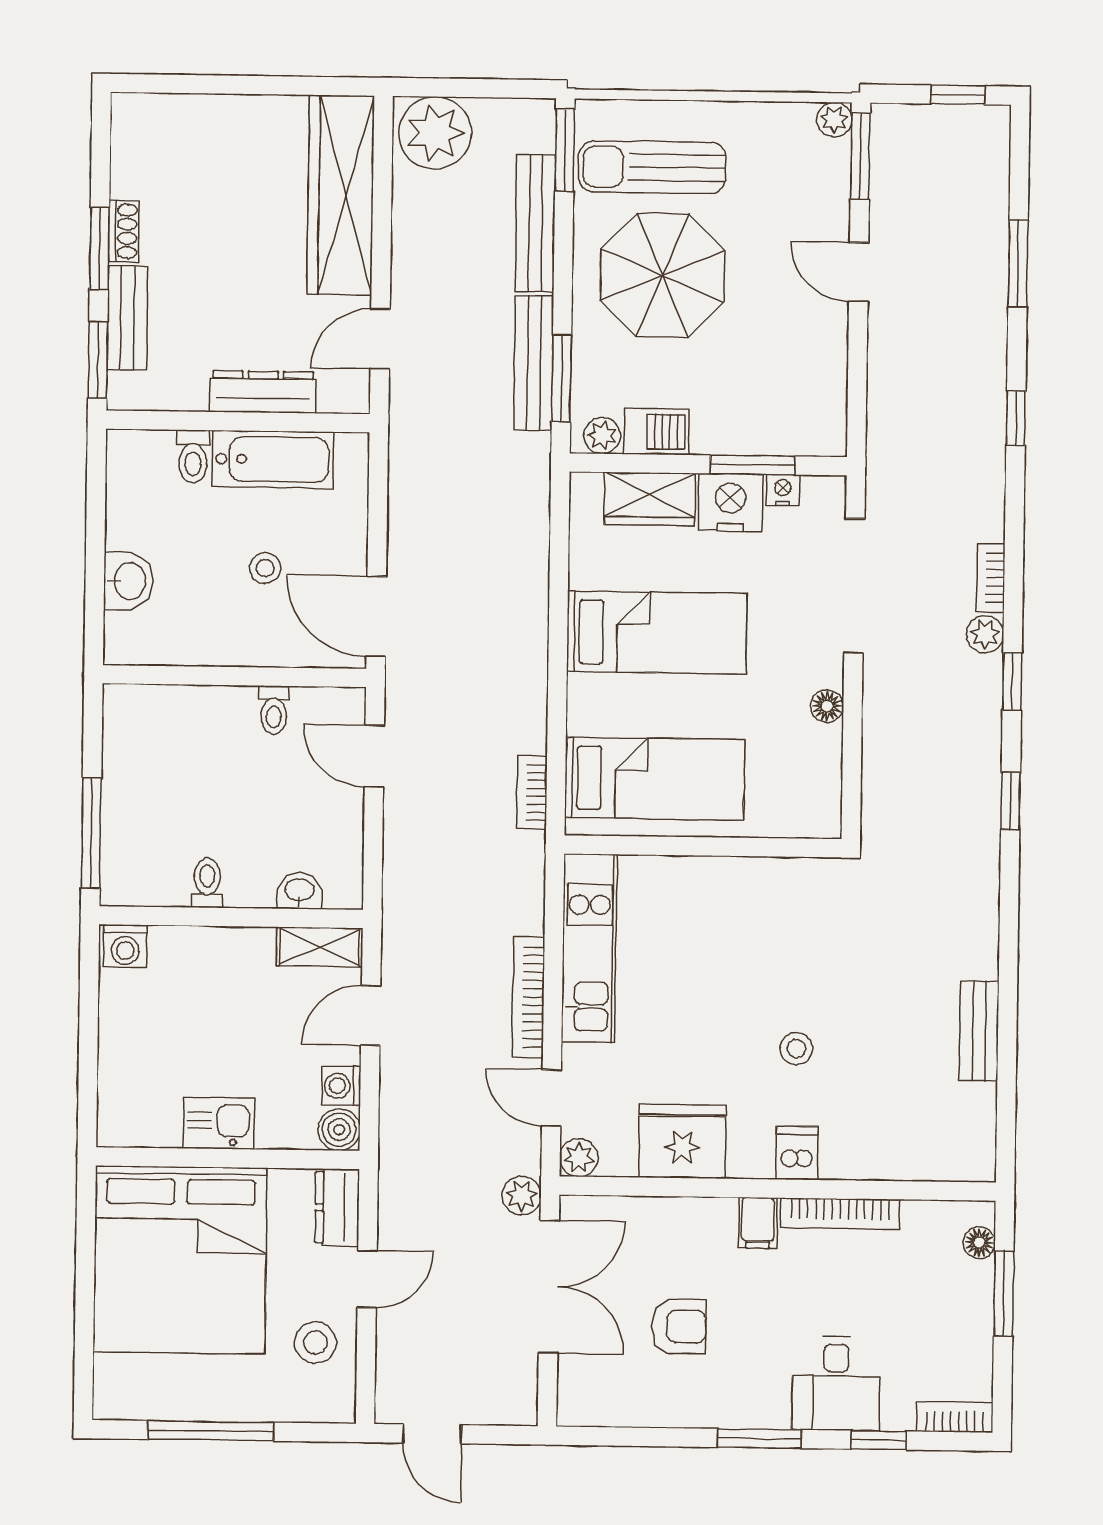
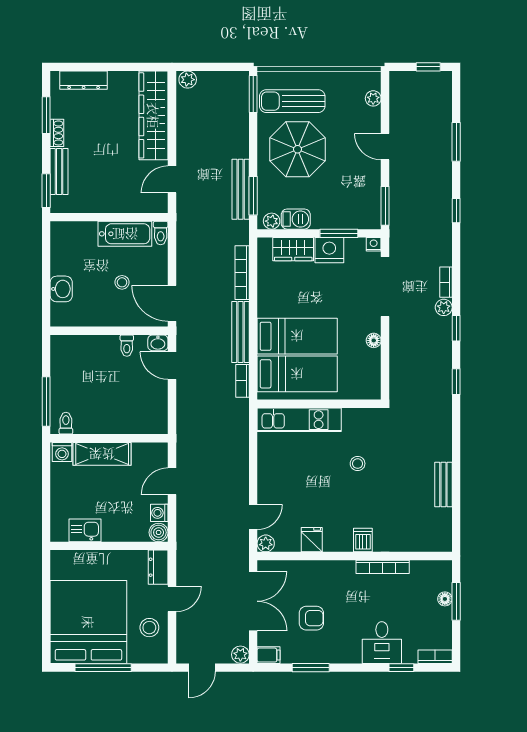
plant: (834, 120) -> (373, 98), moved
plant: (435, 133) -> (188, 80), width x0.53, depth x0.53
window: (860, 156) -> (385, 206), moved
bench: (535, 223) -> (240, 332), moved
window: (99, 248) -> (46, 115), moved
dresser: (263, 392) -> (84, 80), moved, turned 180
toilet: (193, 456) -> (161, 233), moved
nightstand: (783, 490) -> (374, 244), moved
bed: (657, 633) -> (297, 336), moved
toilet: (207, 883) -> (66, 423), moved
washbasin: (299, 891) -> (158, 343), moved, turned 180
shelving: (320, 947) -> (102, 454), moved, width x1.50, depth x1.33
kitchen unit: (589, 948) -> (299, 420), moved, turned 90
bookcase: (528, 997) -> (242, 273), moved
stool: (796, 1049) -> (358, 464), moved
door: (551, 1098) -> (253, 517), swing flipped
kitchen sink: (219, 1123) -> (85, 530), moved
fridge: (682, 1141) -> (312, 540), width x0.53, depth x0.75
plant: (522, 1196) -> (240, 655), moved
filing cabinet: (758, 1223) -> (269, 655), moved, turned -90
floor lamp: (979, 1243) -> (445, 599), moved
bed: (180, 1260) -> (88, 622), moved, turned 180
door: (432, 1434) -> (202, 668), hinge flipped
window: (759, 1439) -> (311, 668), moved

